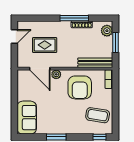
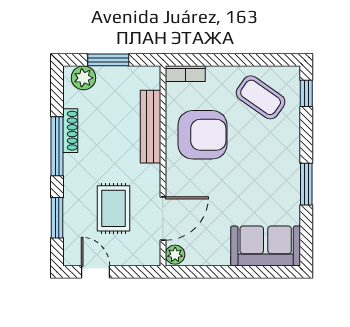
window: (40, 18) -> (57, 218), added
bench: (95, 63) -> (150, 127), moved
plant: (56, 74) -> (175, 255), moved
coffee table: (98, 115) -> (261, 97), turned -64

